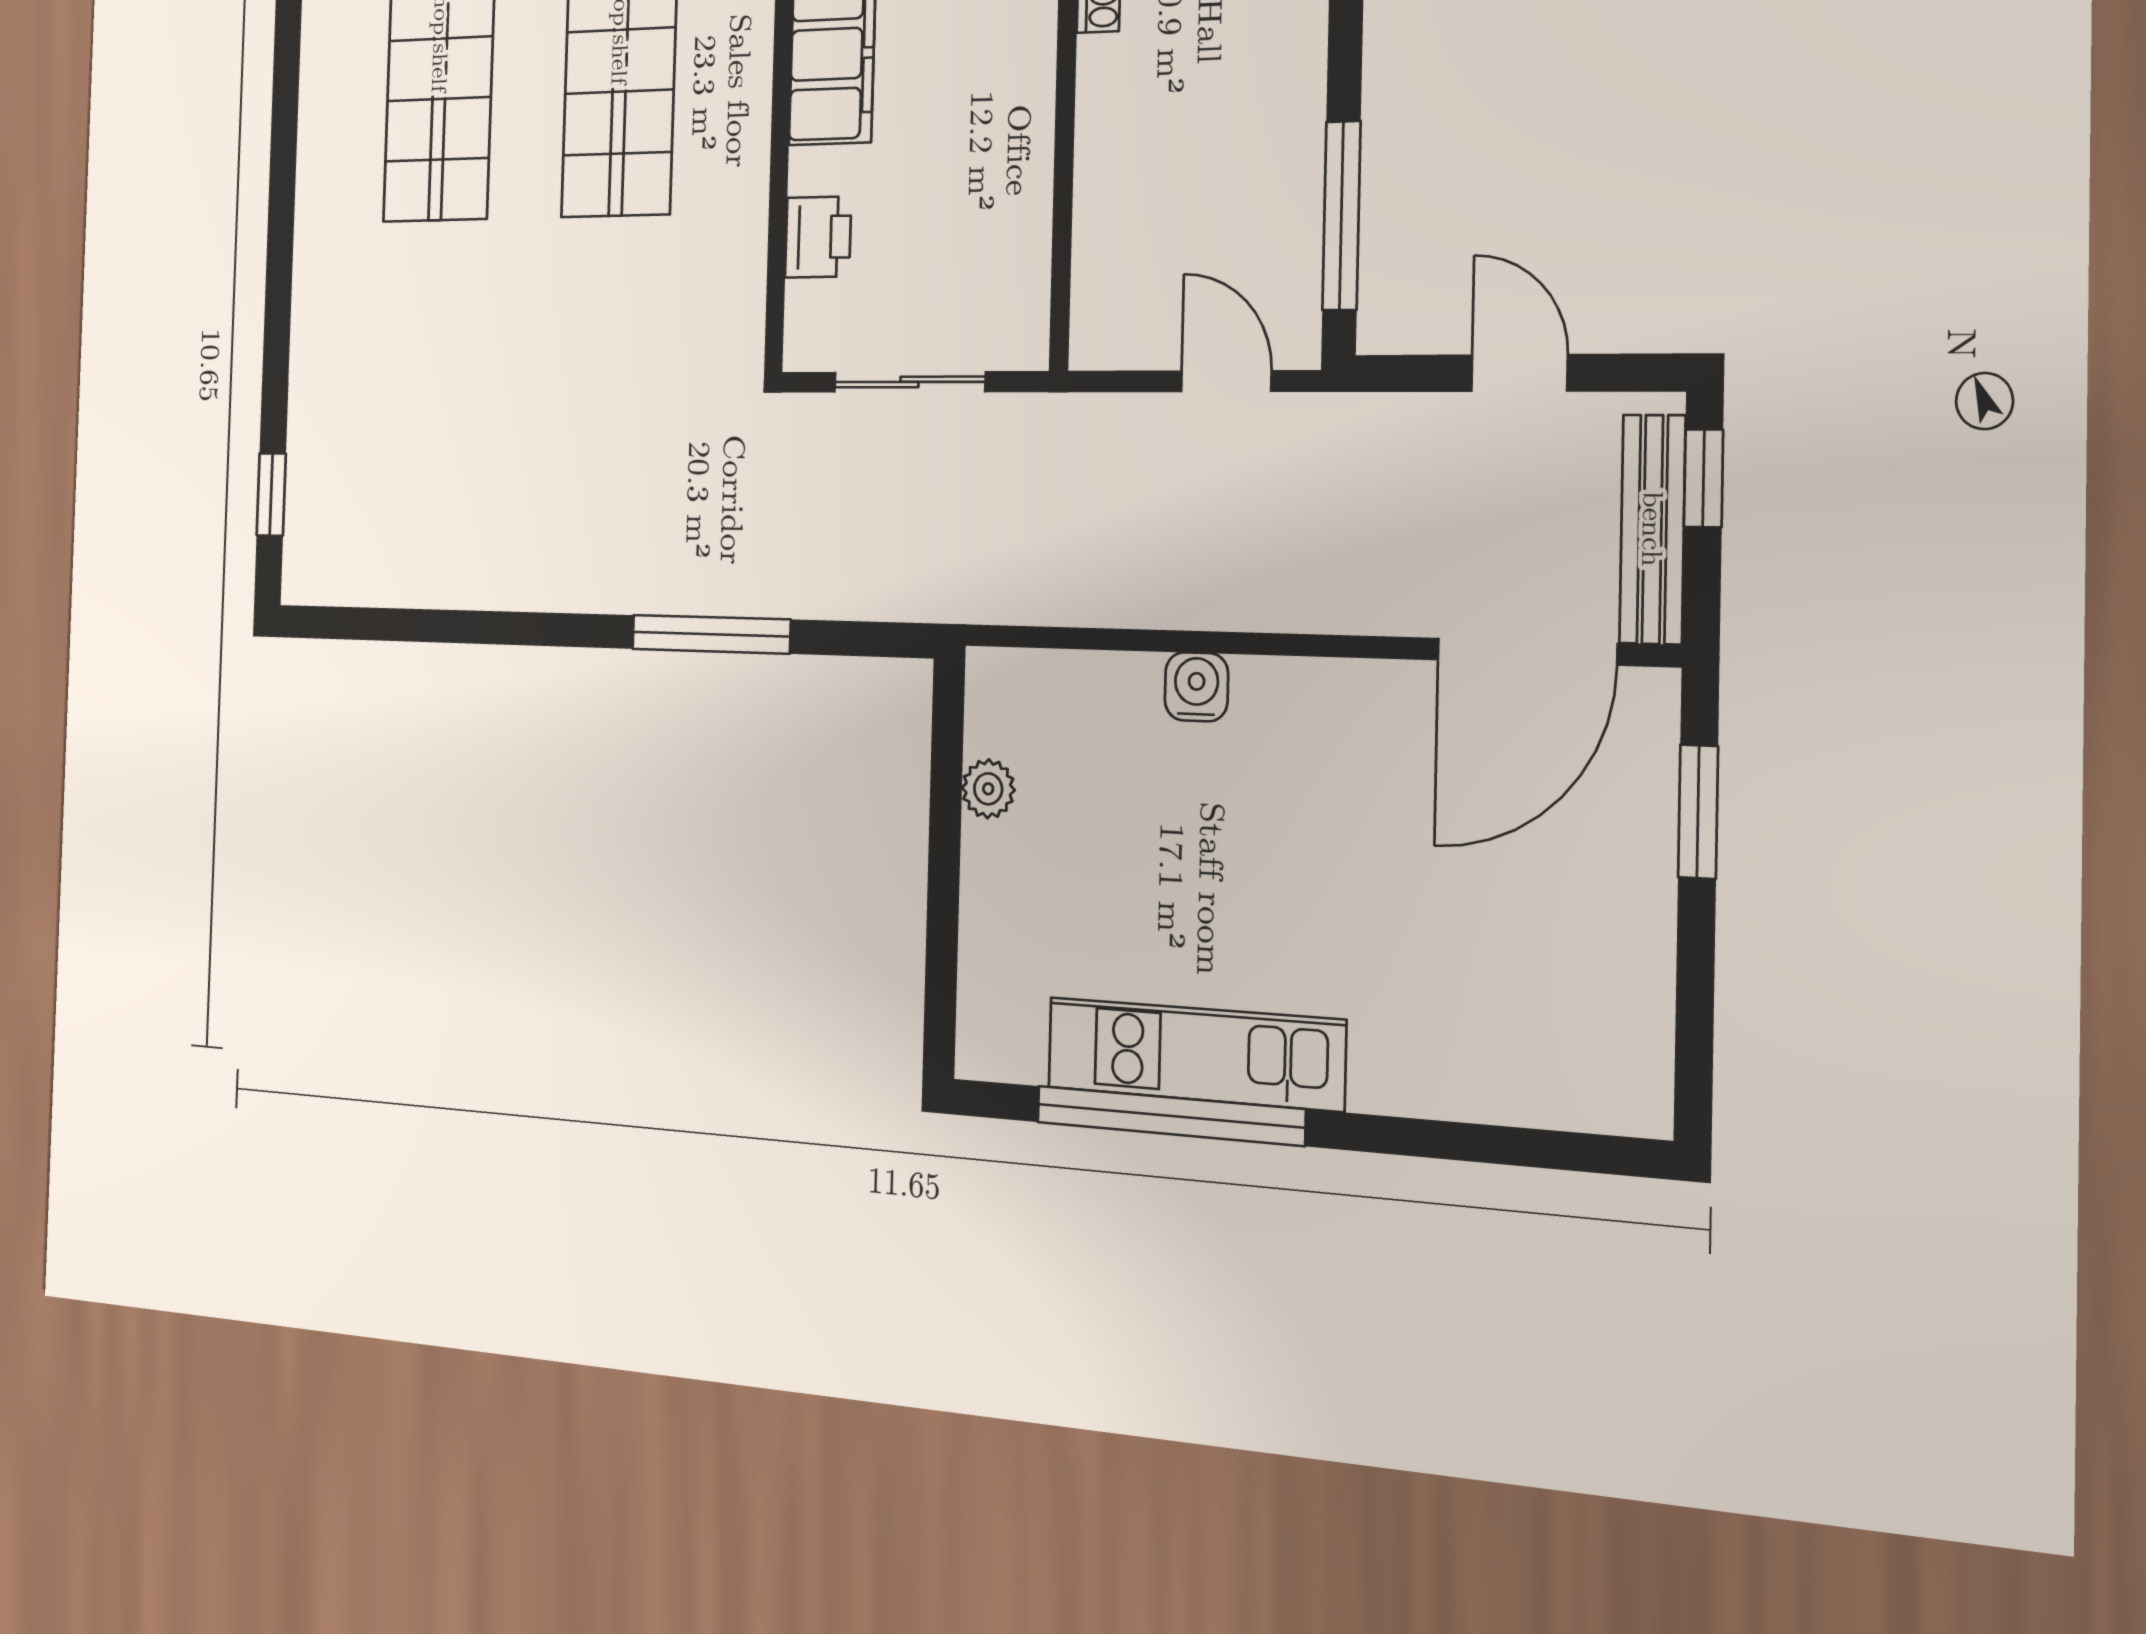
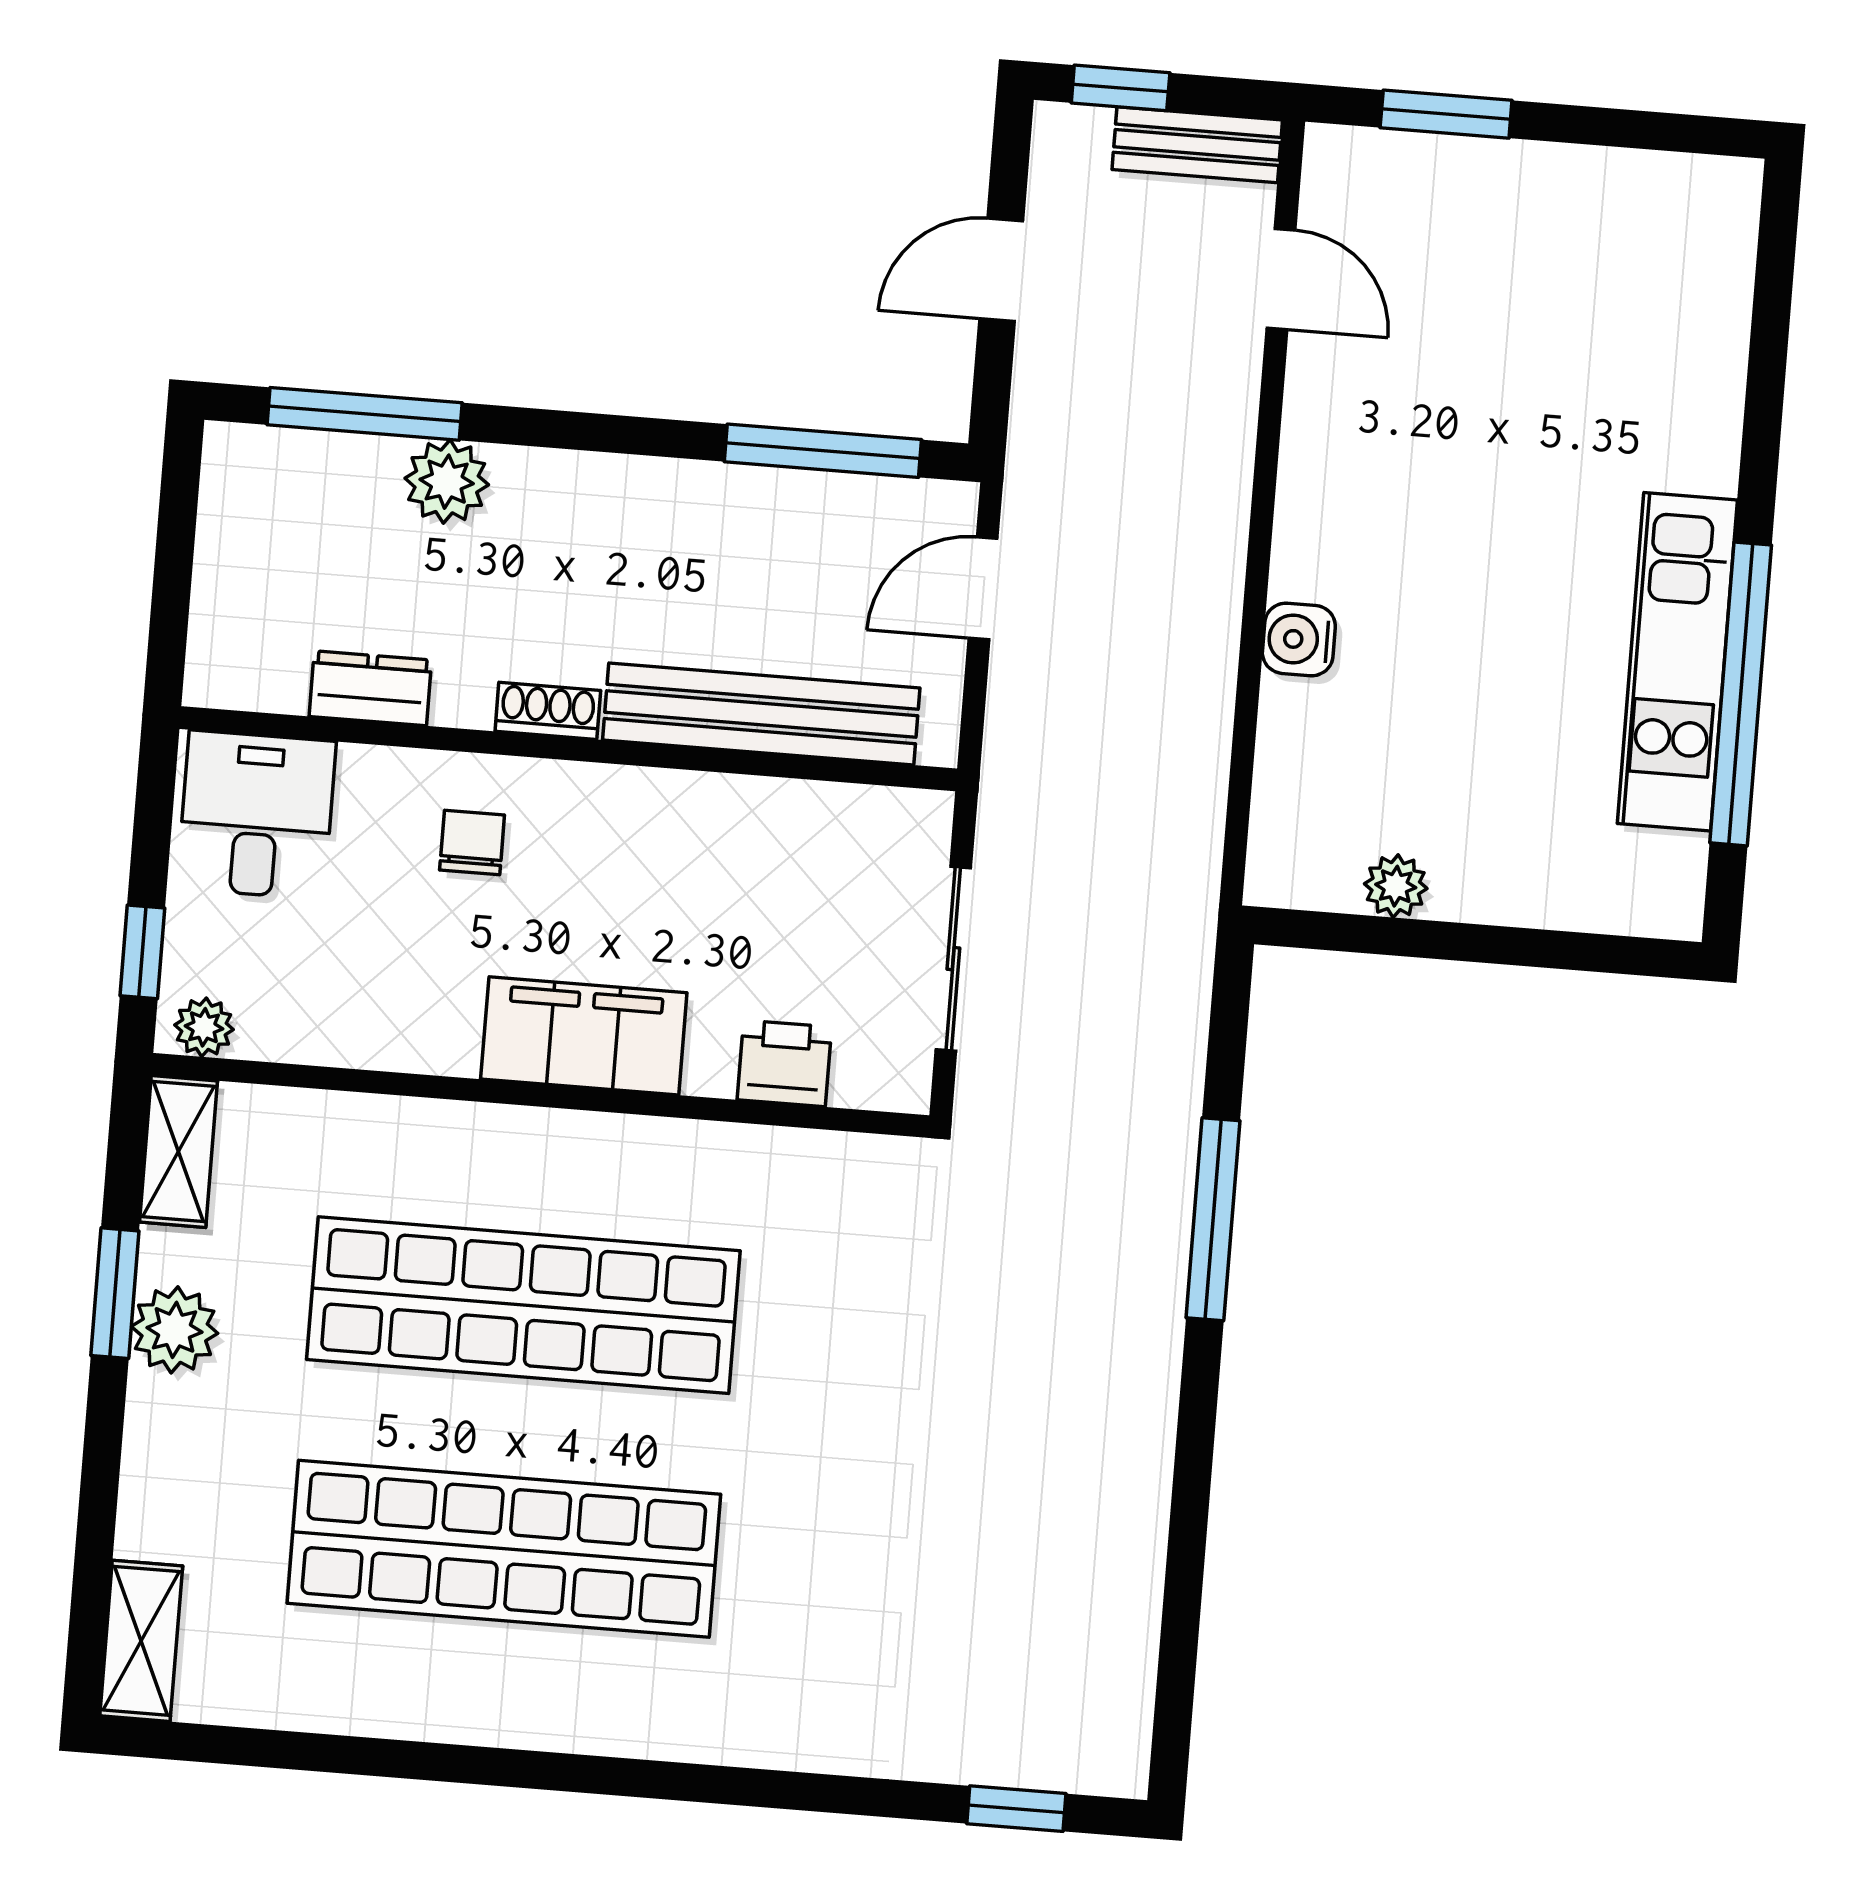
bench: (1106, 183) -> (761, 714), added
bench: (1653, 529) -> (1197, 145), width x0.73
door: (1527, 652) -> (1281, 279), width x0.53

